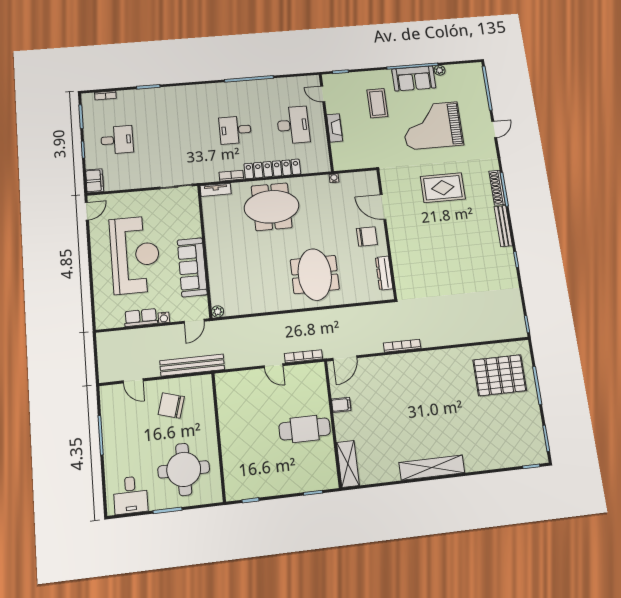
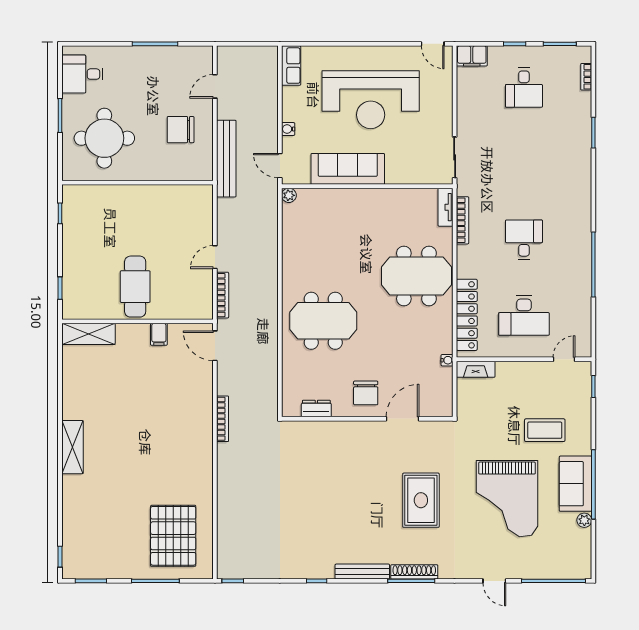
grand piano: (432, 126) -> (507, 499), turned 180
fireplace: (335, 128) -> (476, 369), moved
locker: (272, 169) -> (467, 315), moved
bookcase: (231, 176) -> (462, 220), width x1.56
meeting table: (272, 207) -> (416, 276), turned 90
dresser: (384, 273) -> (316, 409), width x0.70
row of seats: (141, 318) -> (291, 66), moved
chair: (171, 406) -> (181, 130), turned -106
shelving: (432, 468) -> (72, 447), width x0.68

